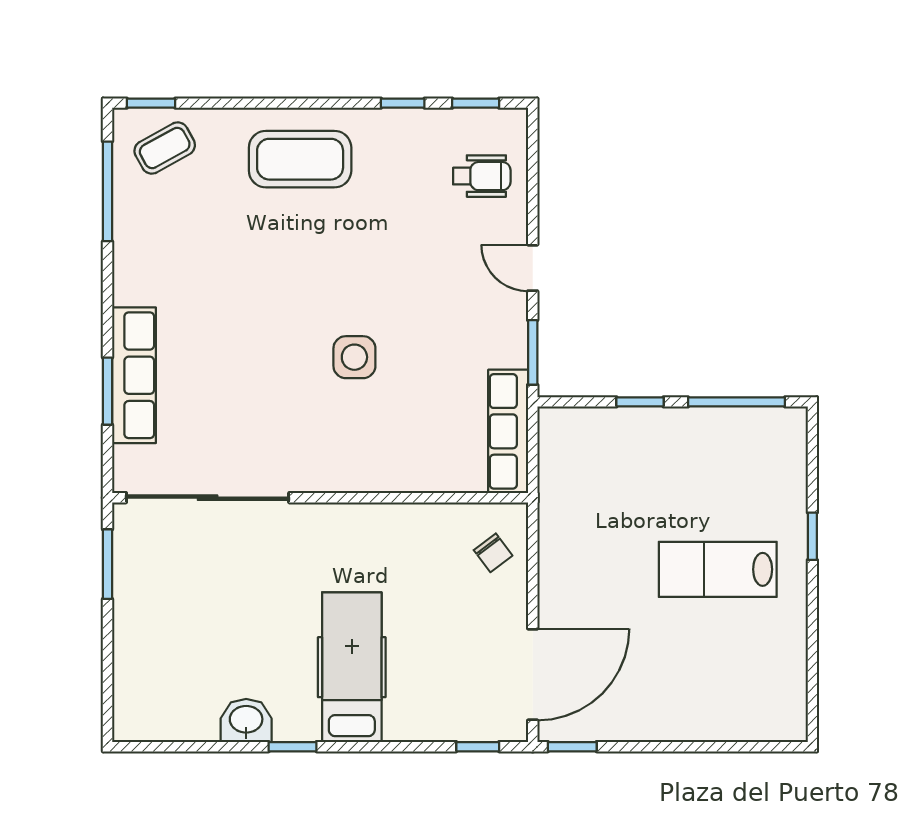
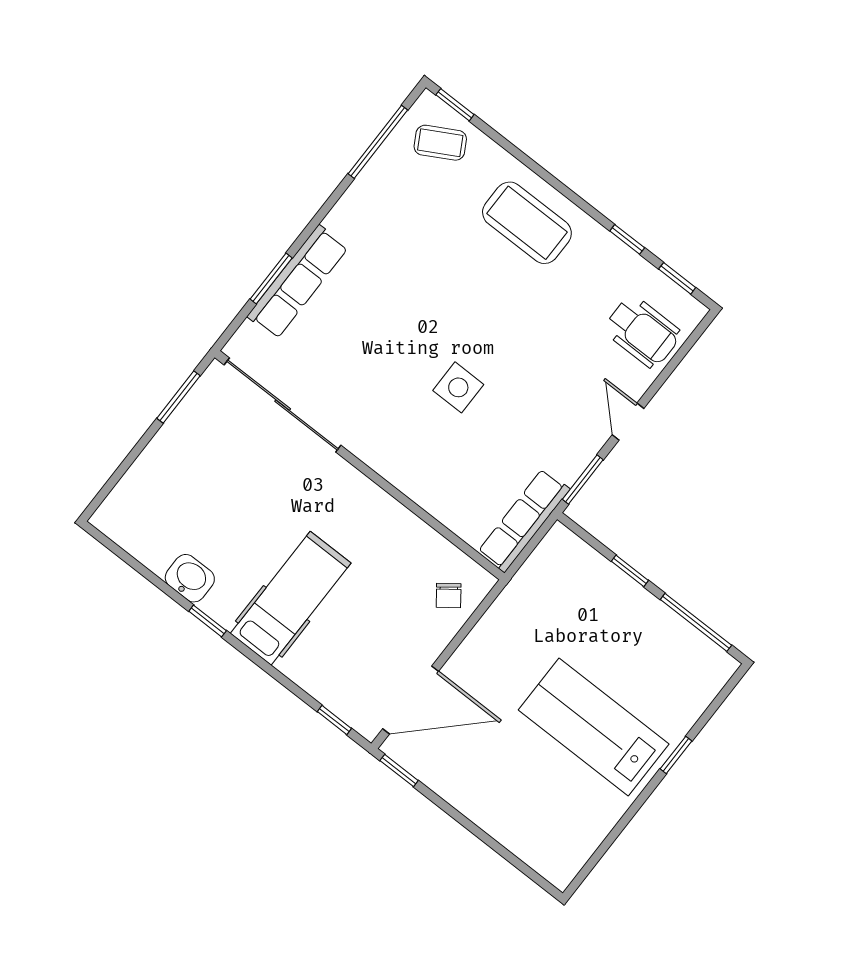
wheelchair: (482, 176) -> (642, 332), width x1.36, depth x1.37
lab bench: (718, 569) -> (594, 727), width x1.36, depth x1.39

